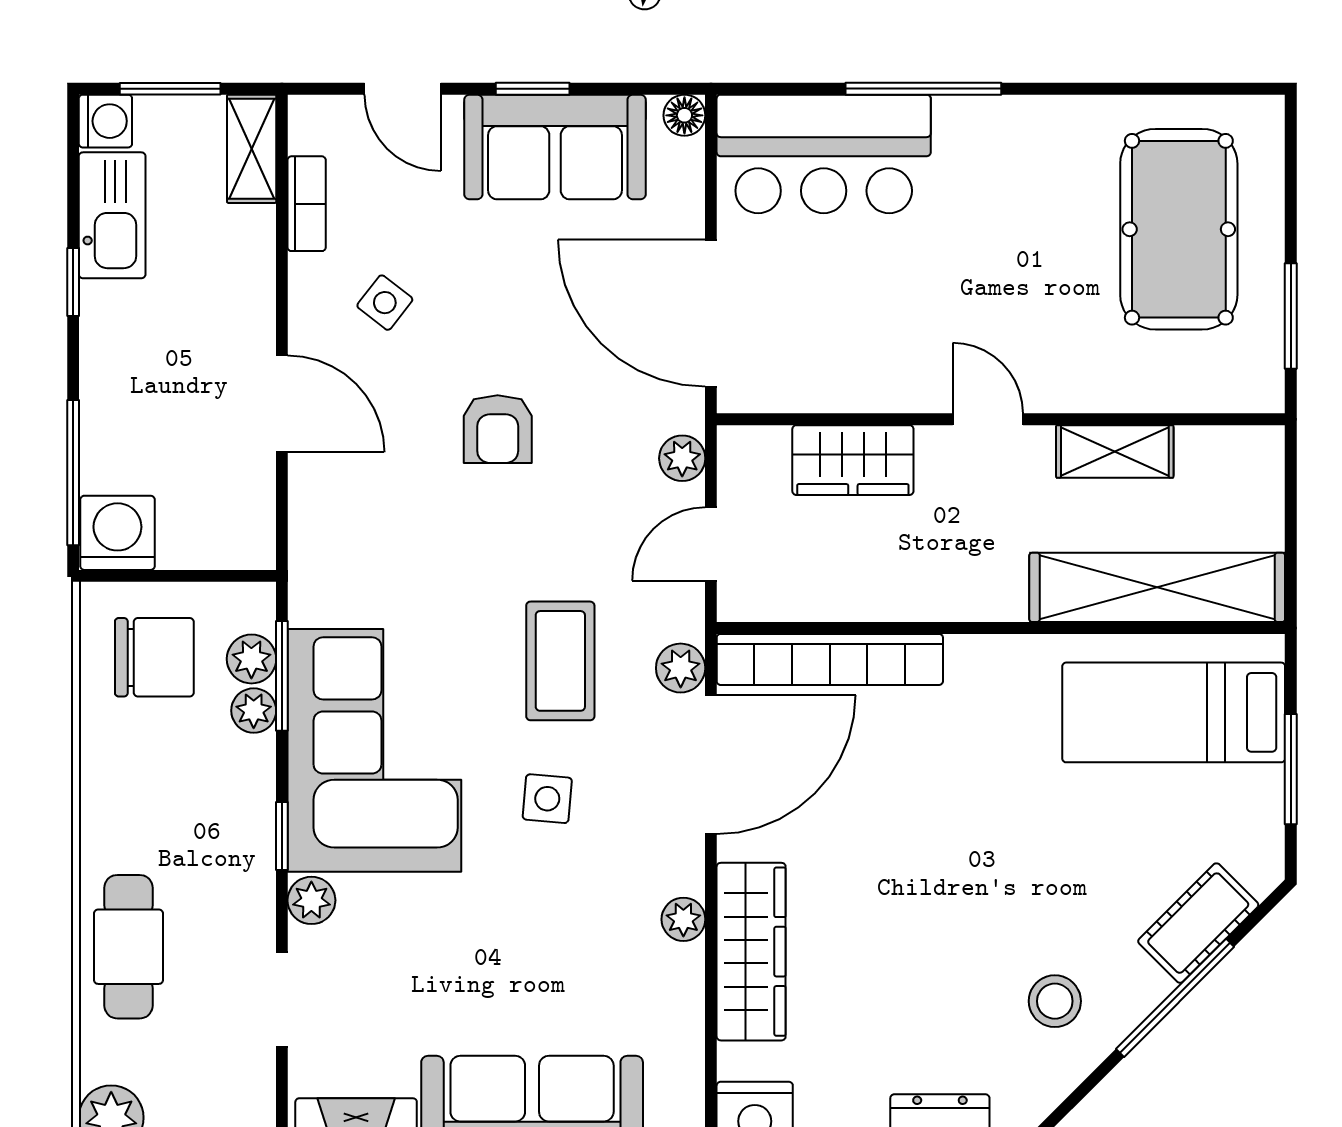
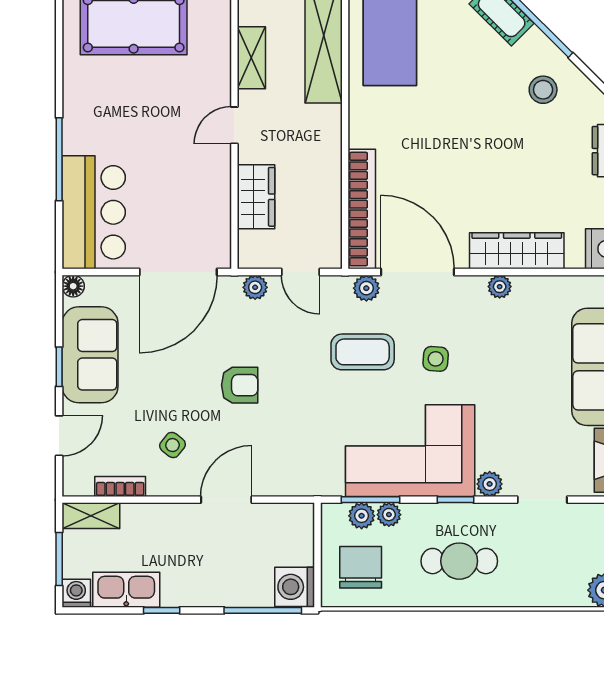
cafe table: (129, 947) -> (459, 561), moved

